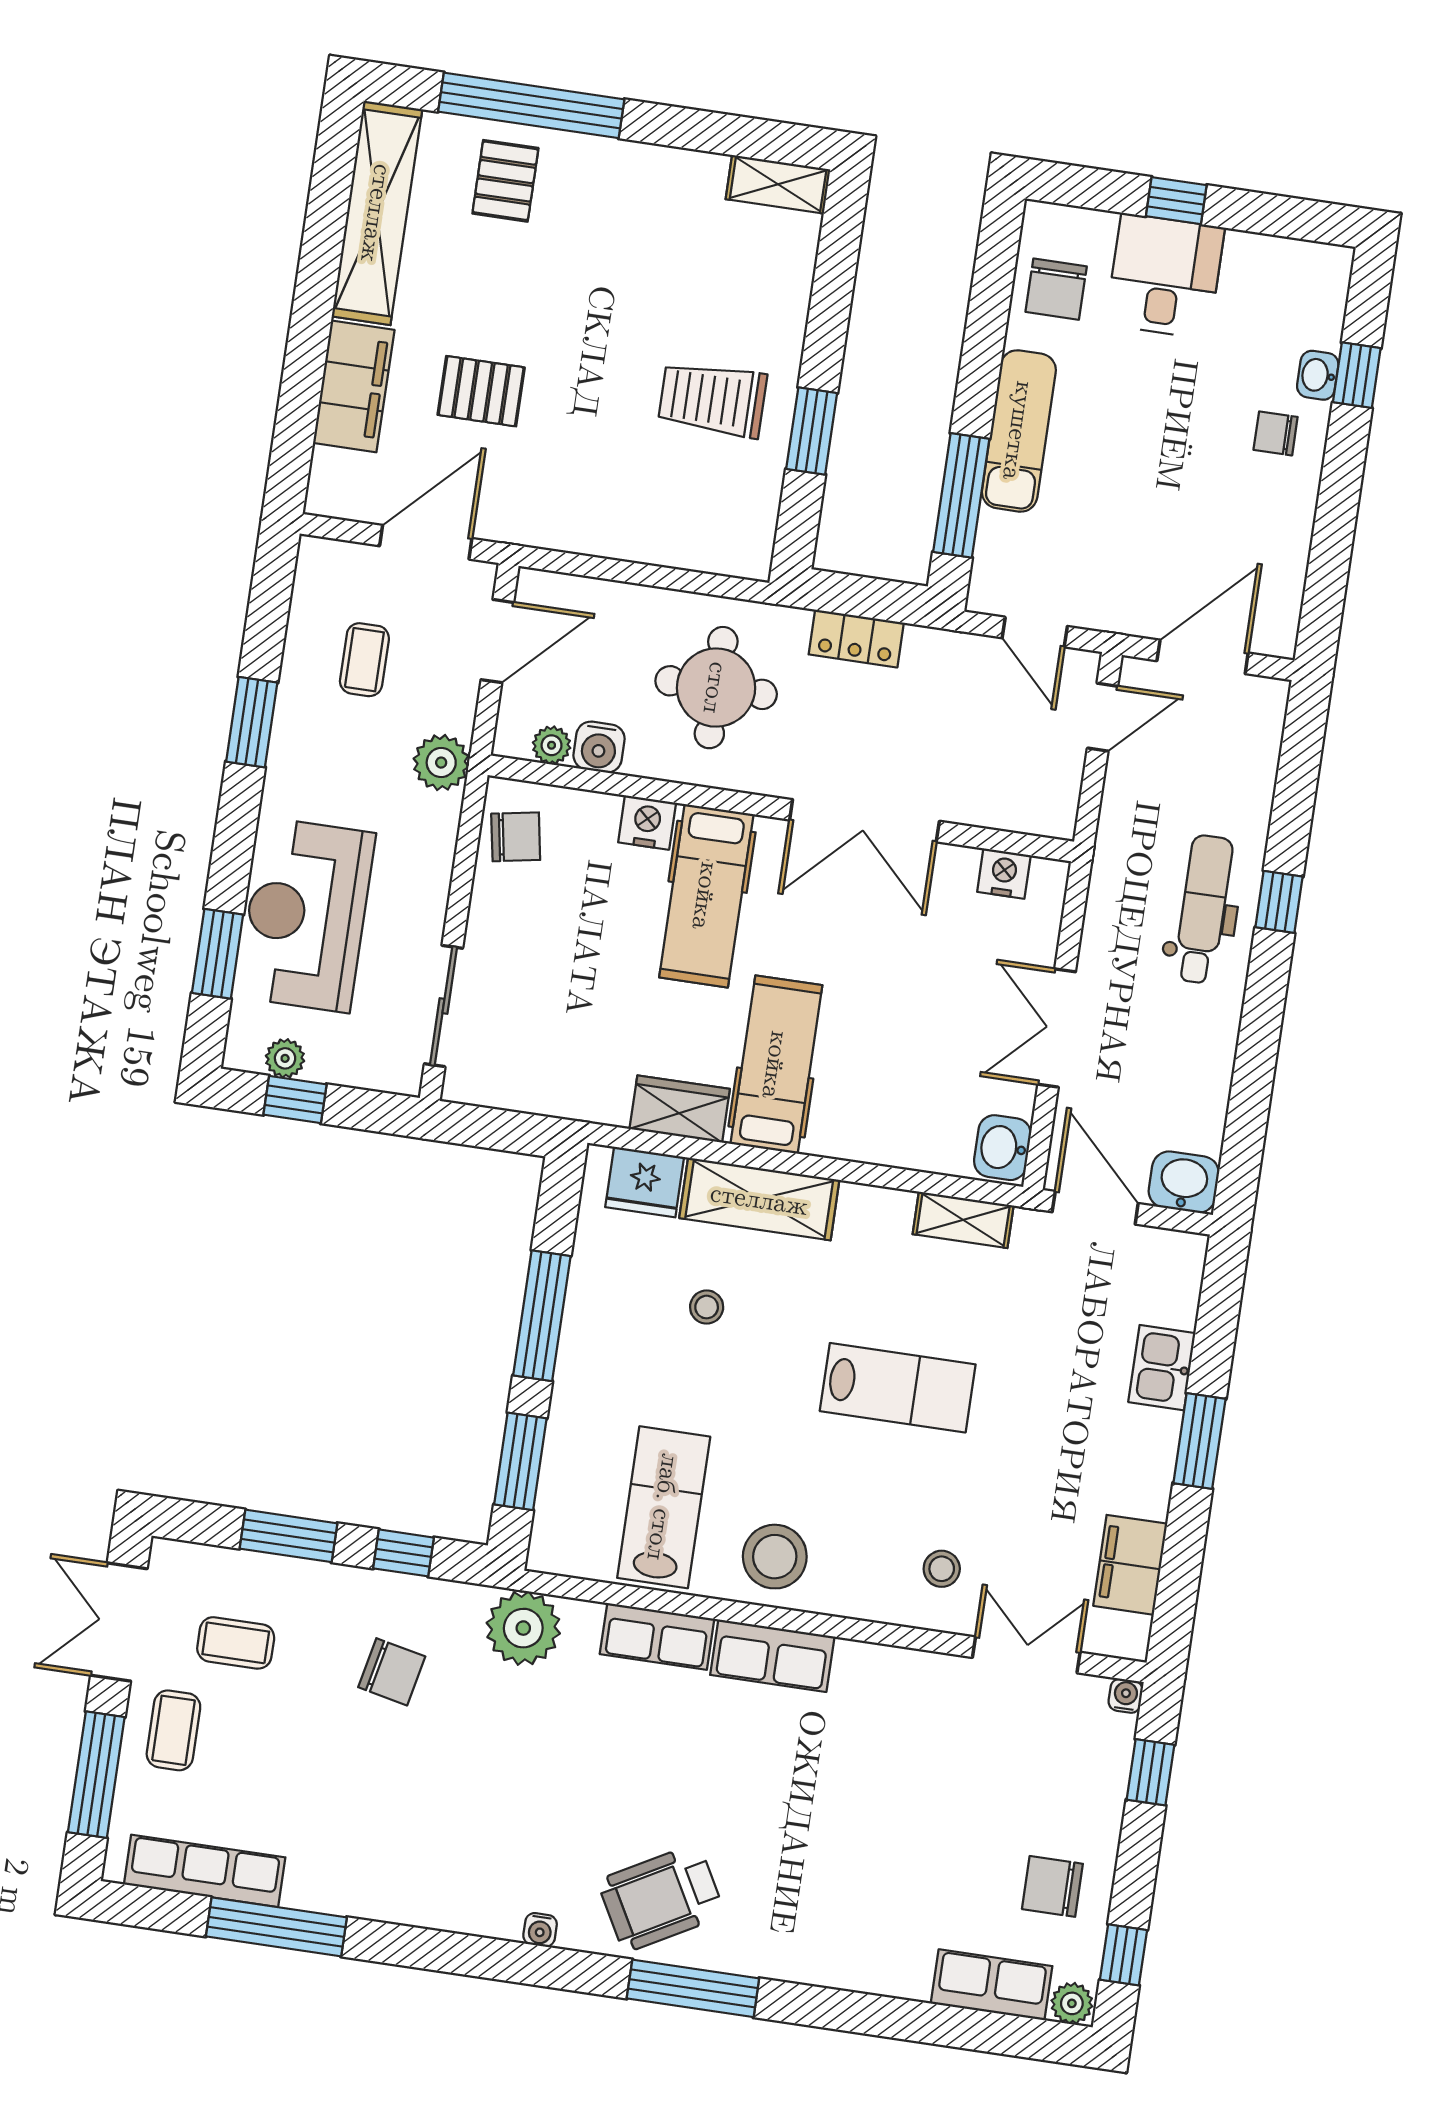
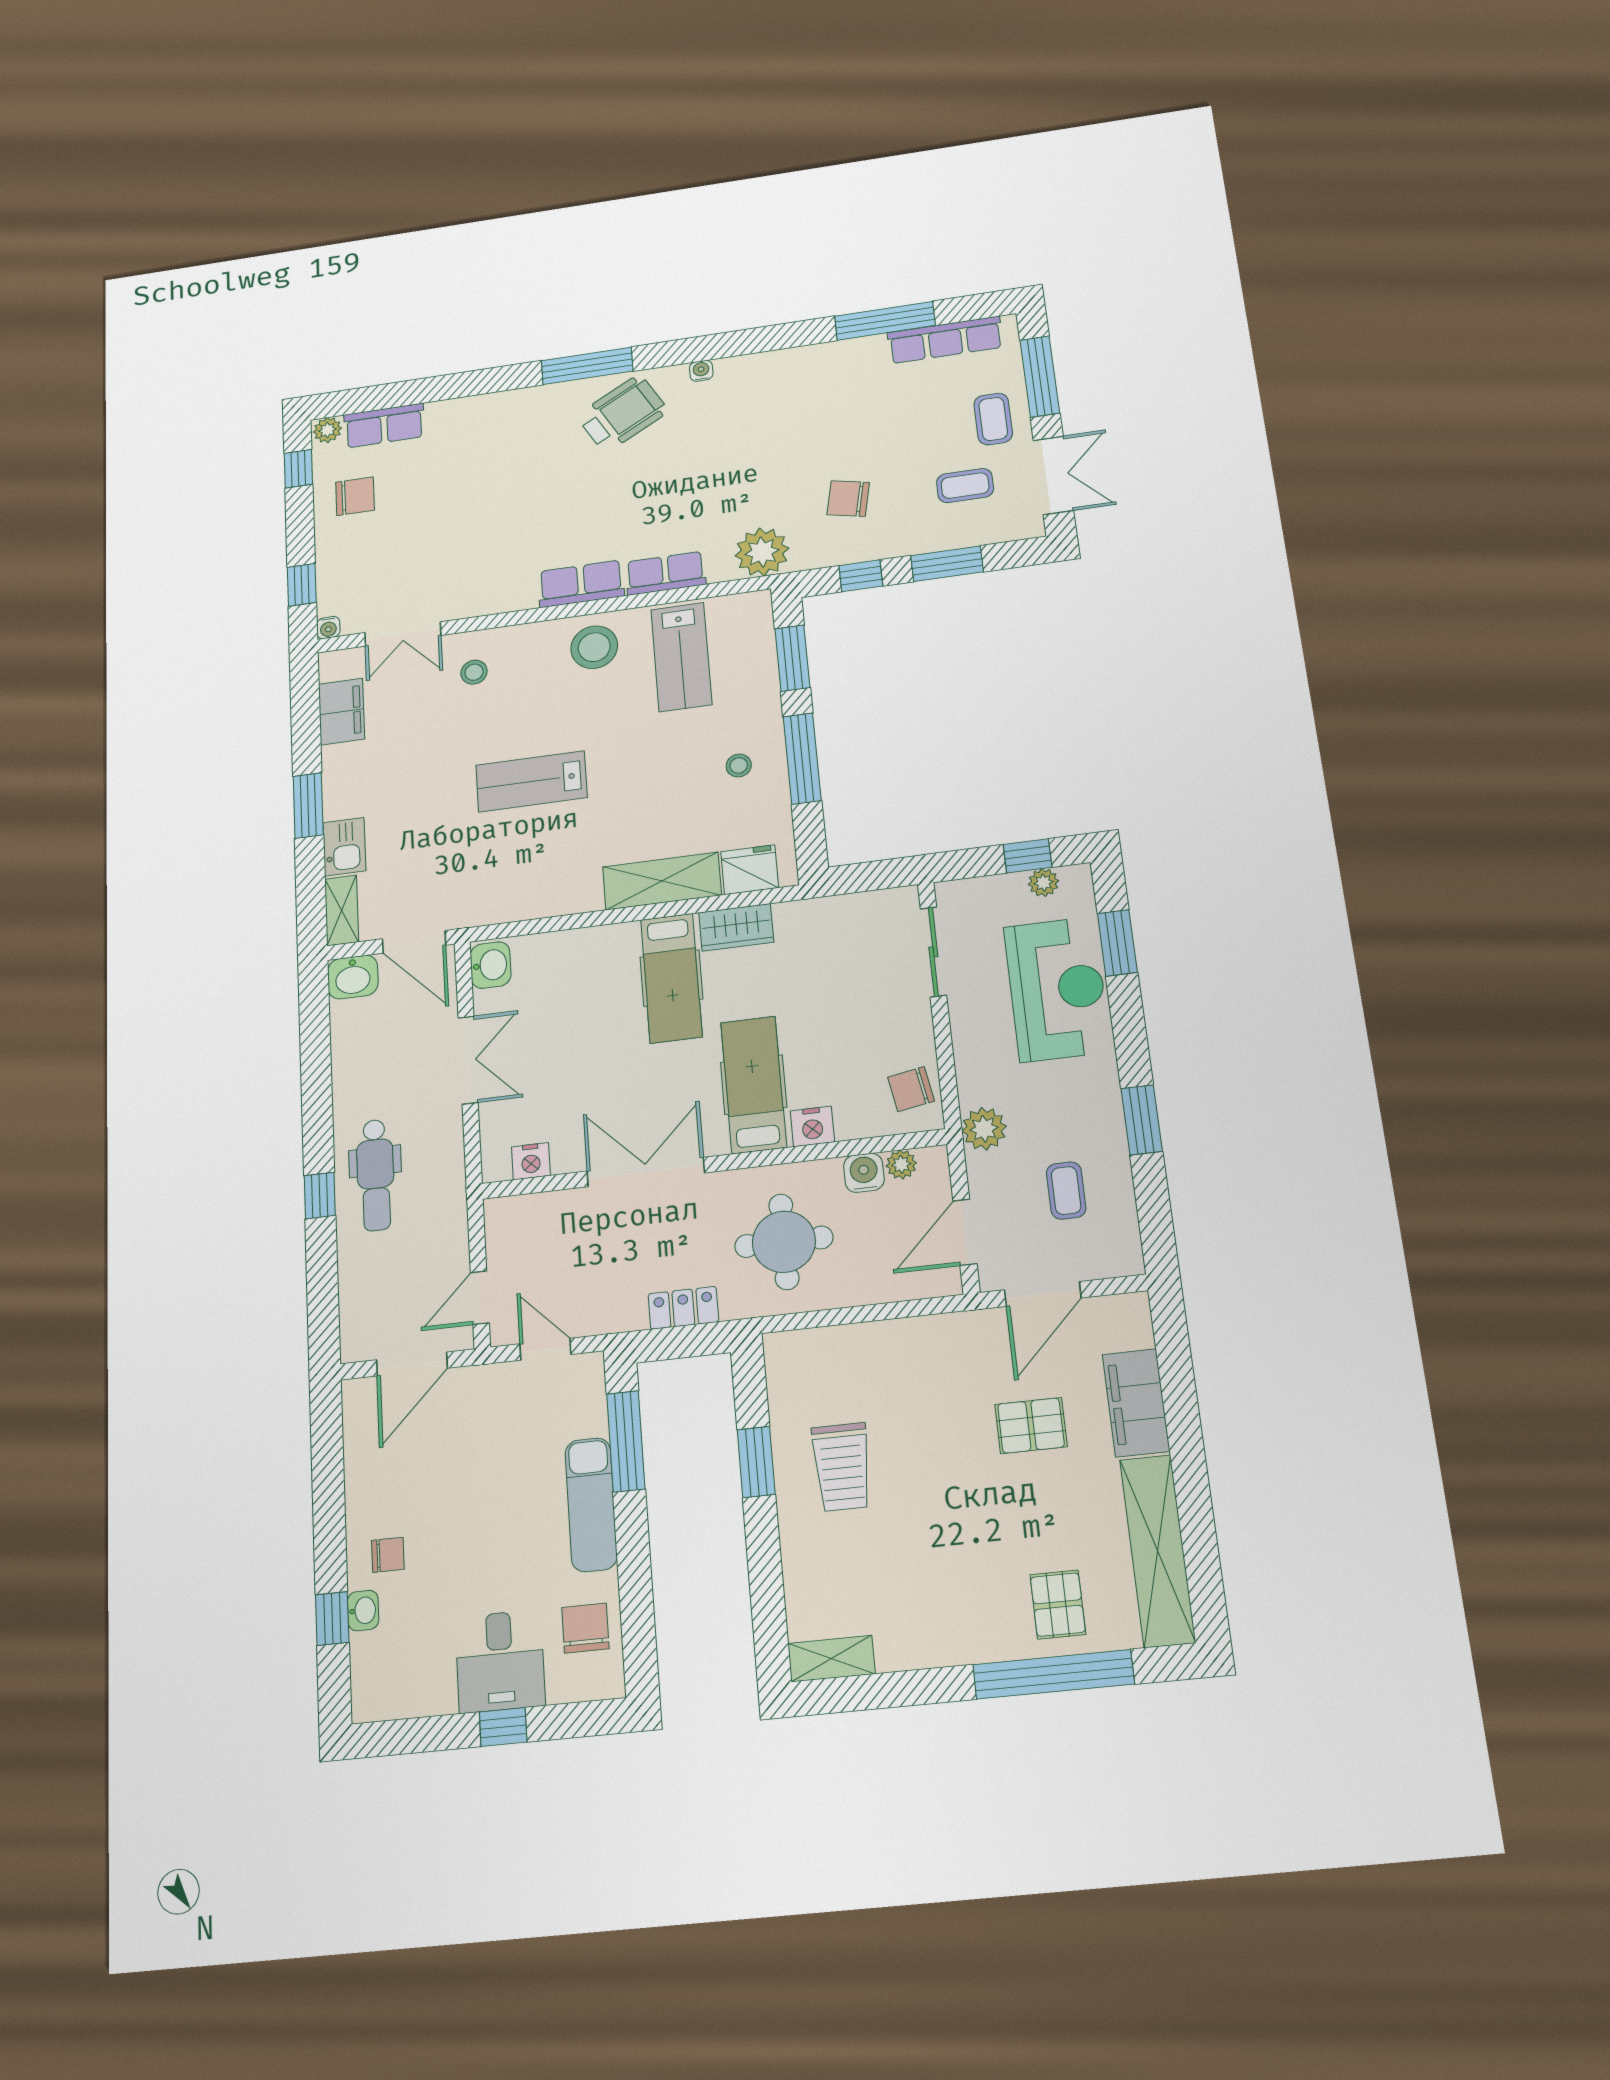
trolley: (713, 399) -> (842, 1467), turned 90
shelving: (963, 1220) -> (342, 910), moved, turned 90
stool: (707, 1307) -> (739, 765), moved

